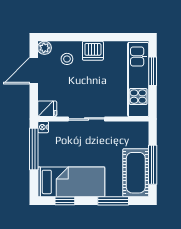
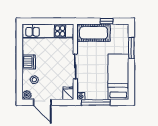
window: (153, 71) -> (43, 21), removed
window: (153, 165) -> (107, 21), width x0.46
cot: (136, 173) -> (94, 33), moved
window: (65, 201) -> (131, 81), removed

